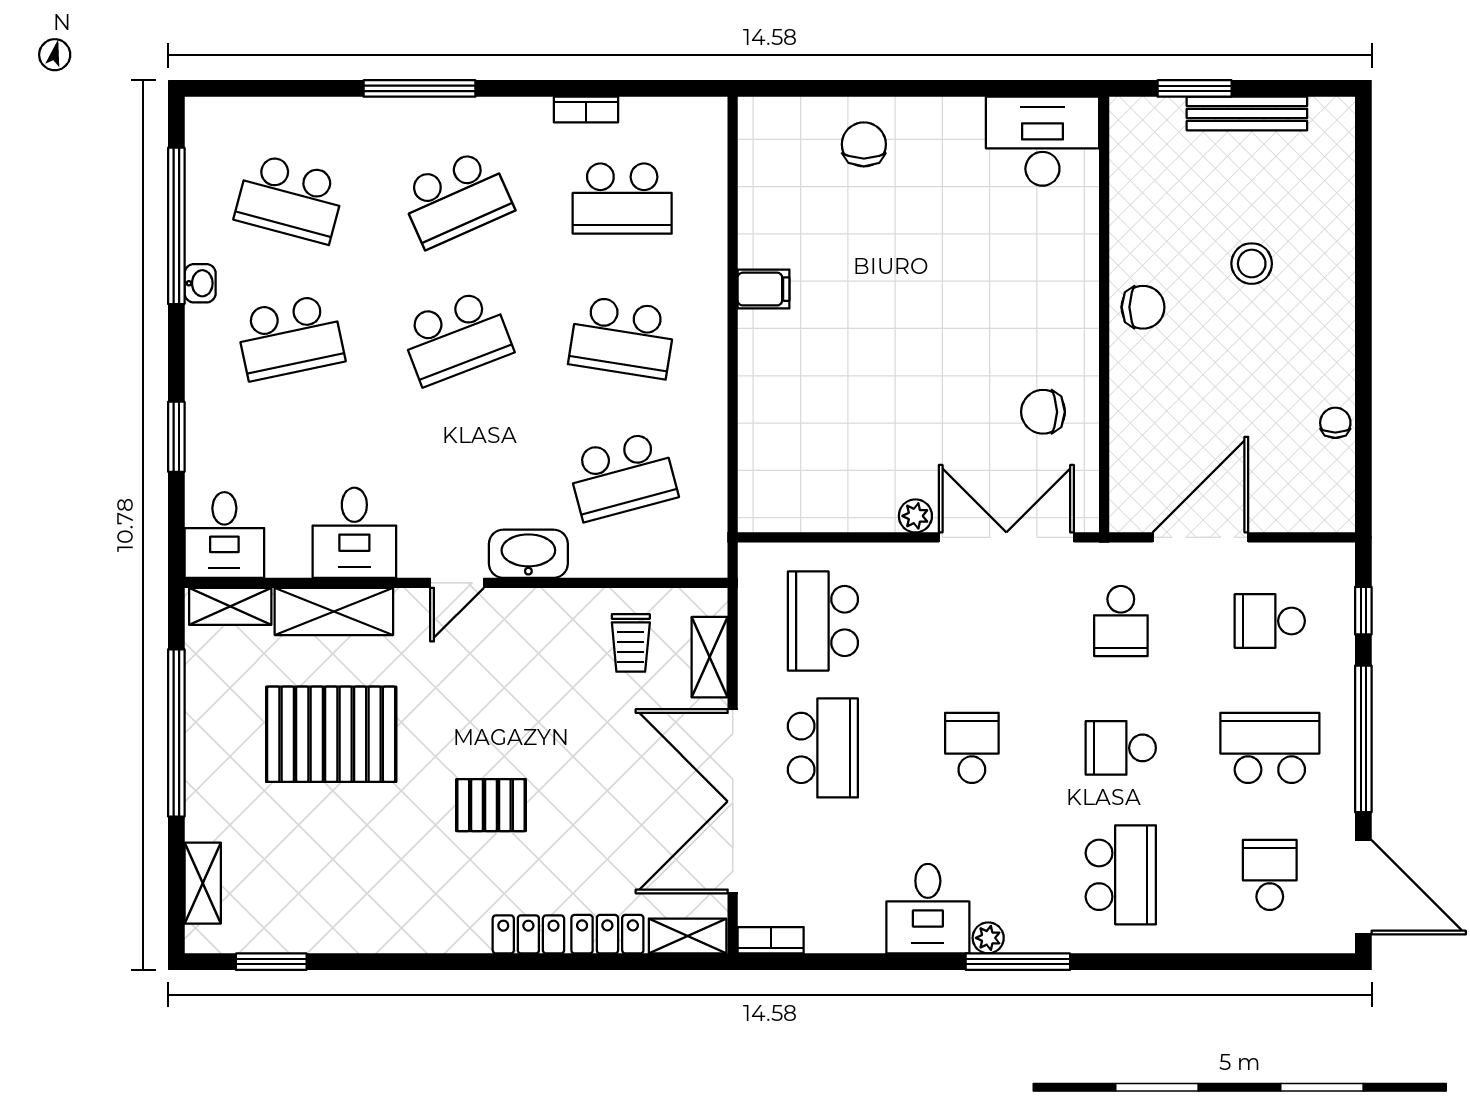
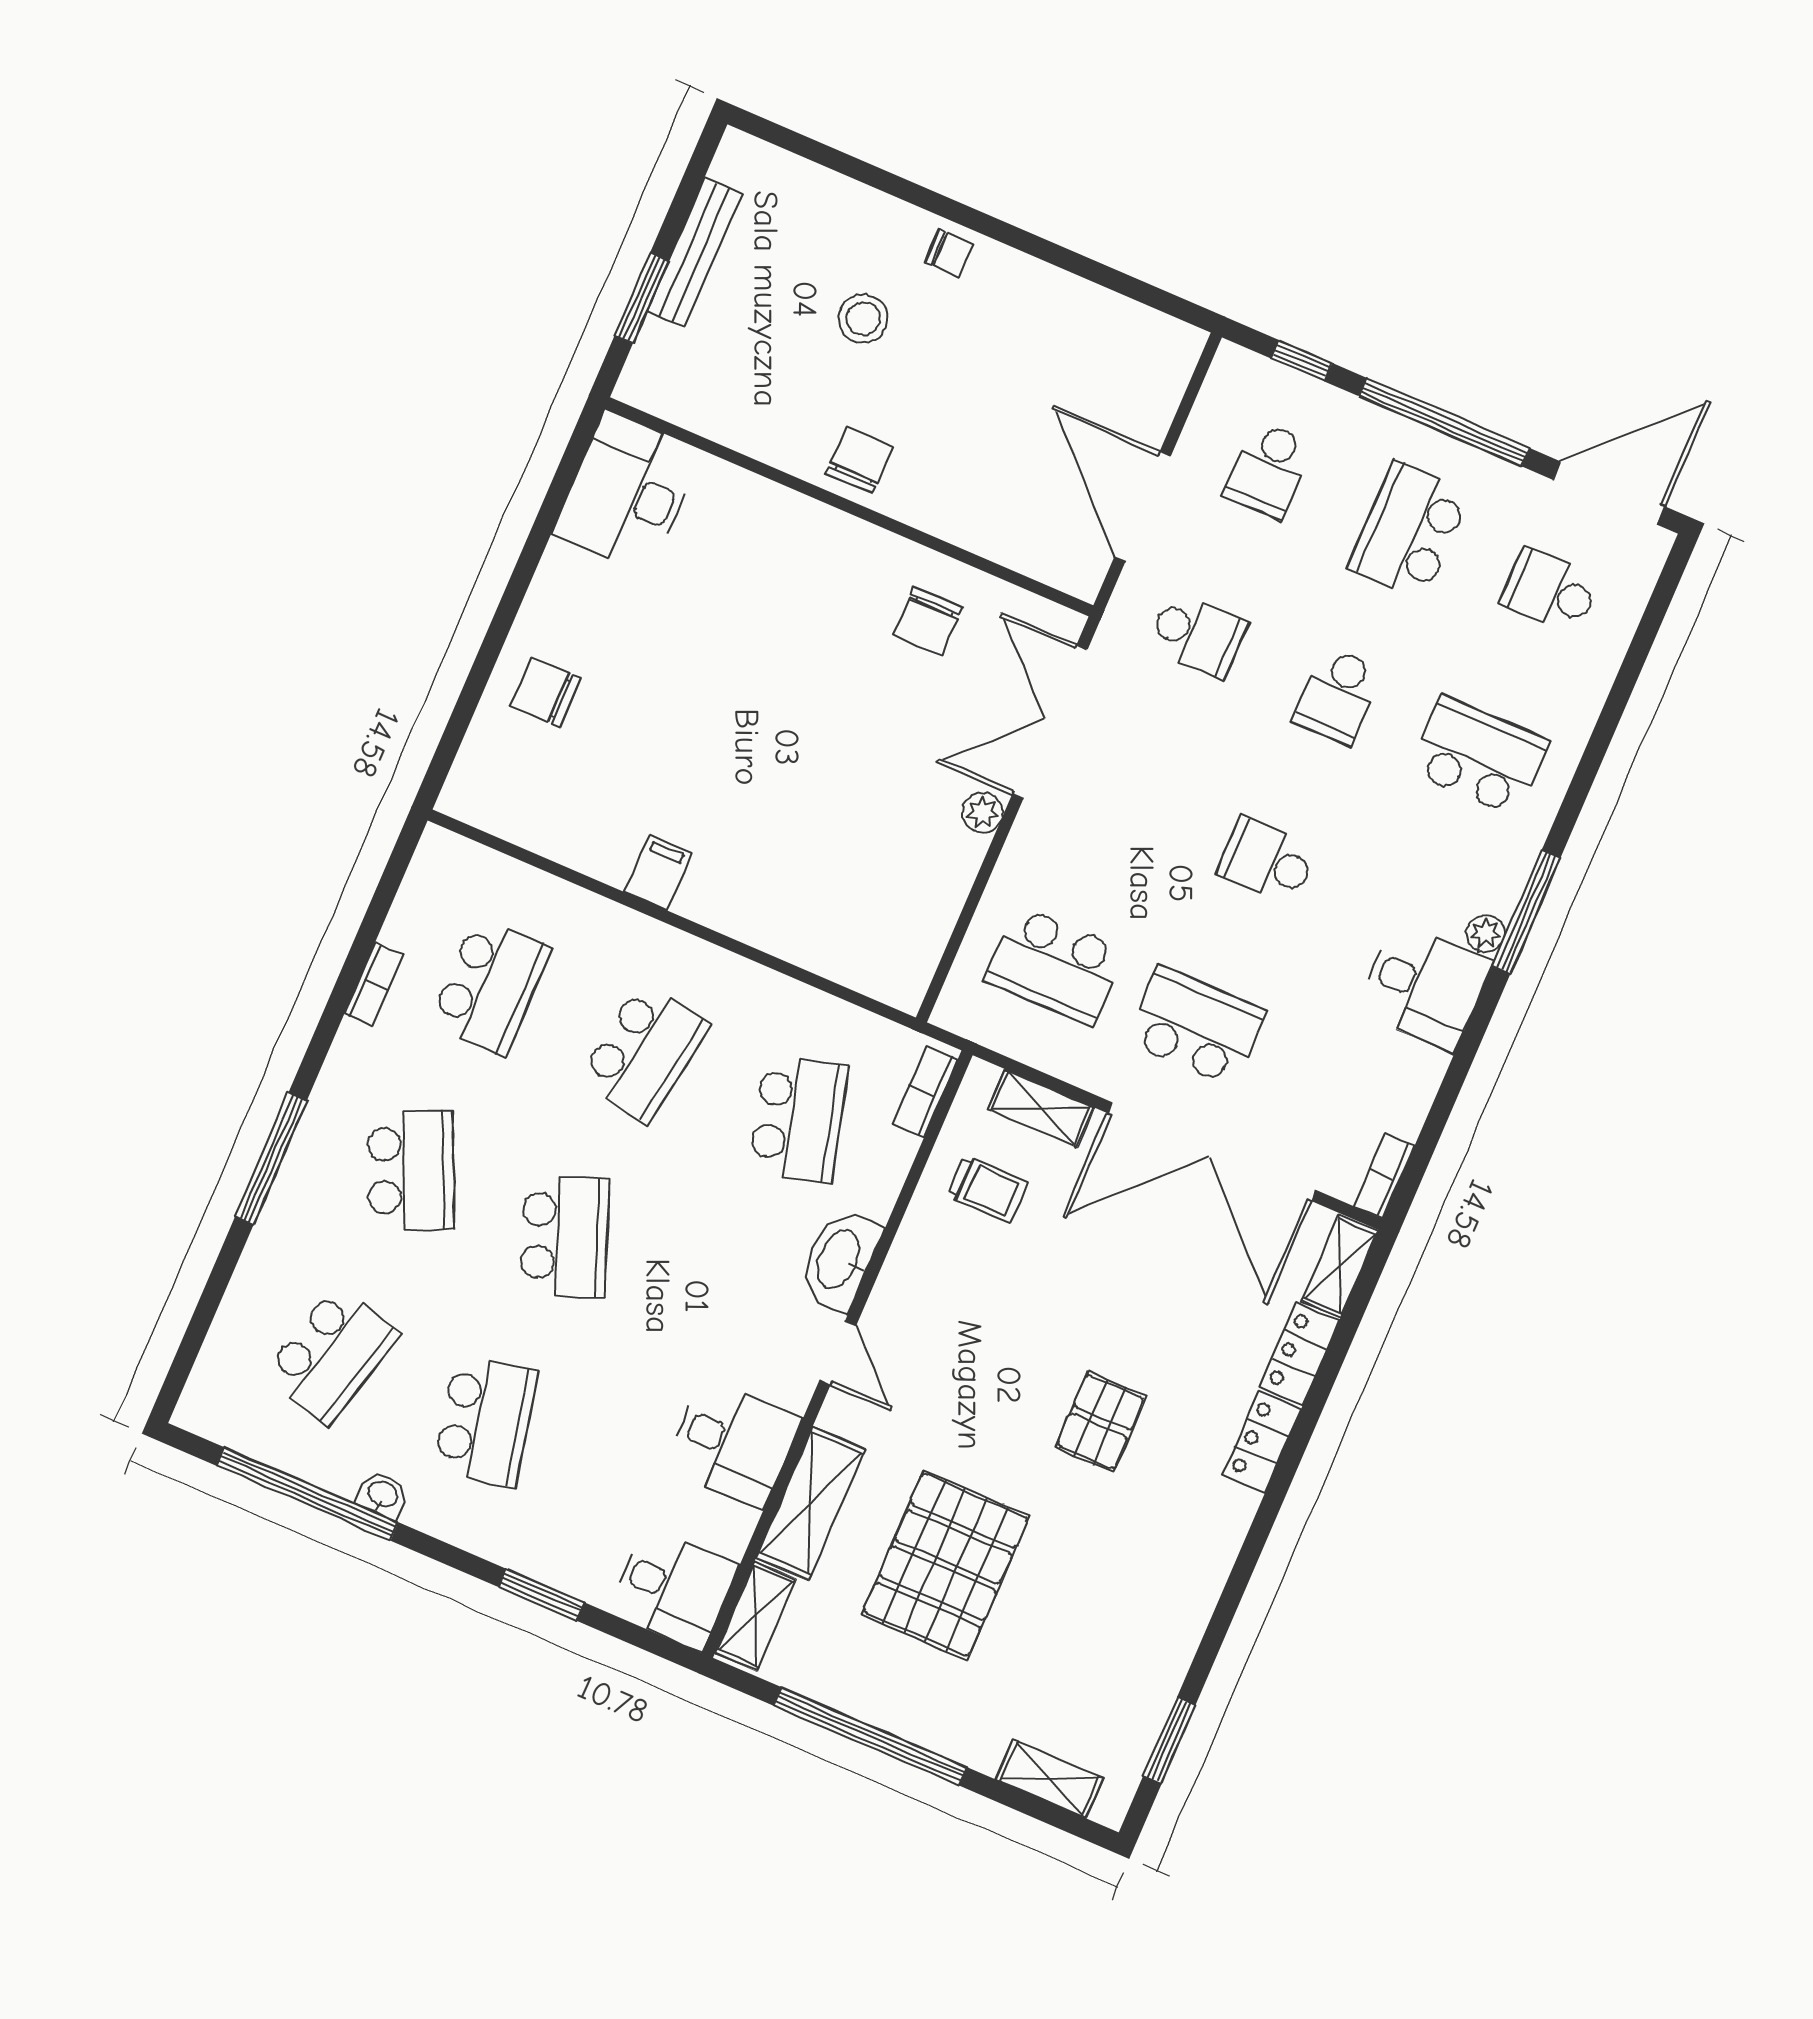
chair: (1335, 423) -> (949, 253), moved, turned 180
bookcase: (684, 564) -> (925, 1092), added

